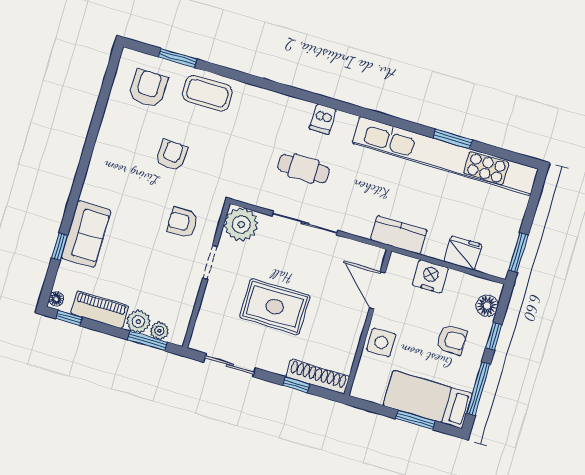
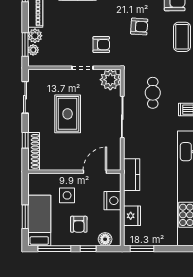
cafe table: (303, 169) -> (153, 93), moved
armchair: (182, 222) -> (101, 45), turned 90
side table: (381, 342) -> (67, 195), moved

